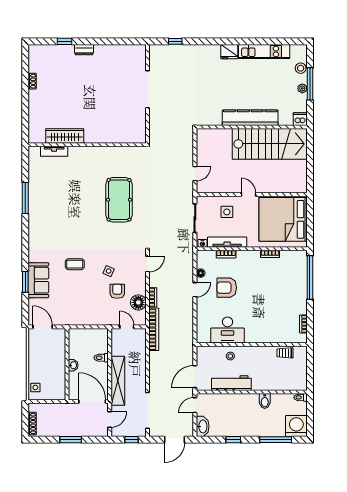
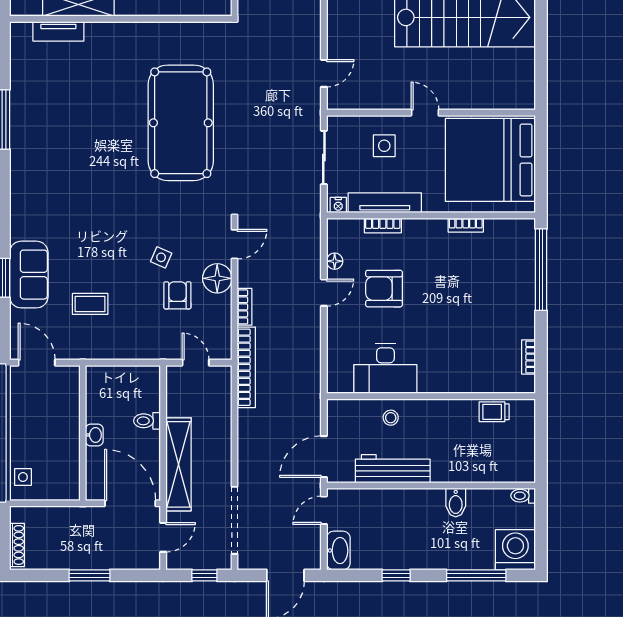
pool table: (119, 200) -> (181, 123), width x1.36, depth x1.32
coffee table: (75, 264) -> (90, 304), moved
floor lamp: (138, 302) -> (217, 278), moved

